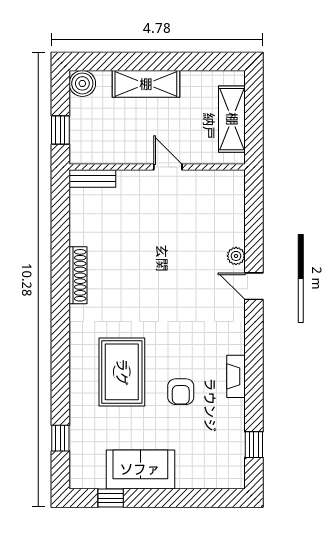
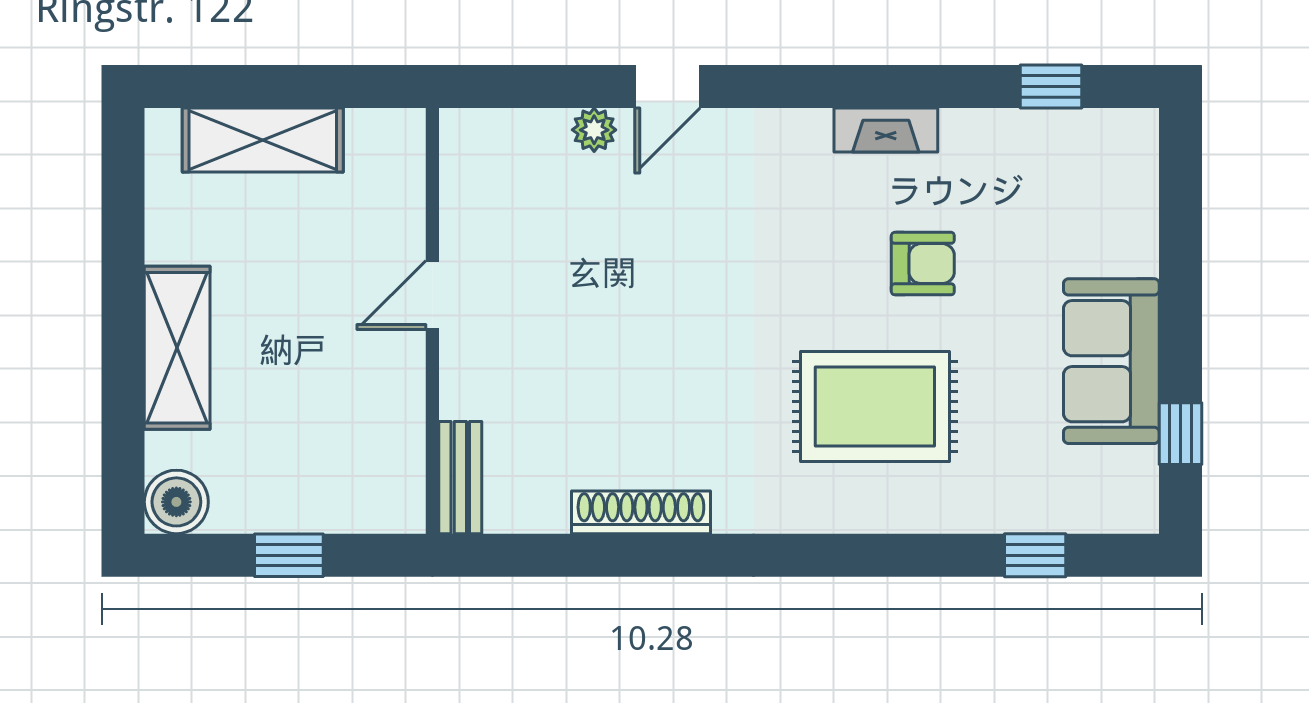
wall: (157, 167) -> (432, 321), moved
door: (168, 167) -> (432, 295), moved
bench: (92, 179) -> (460, 478), moved

